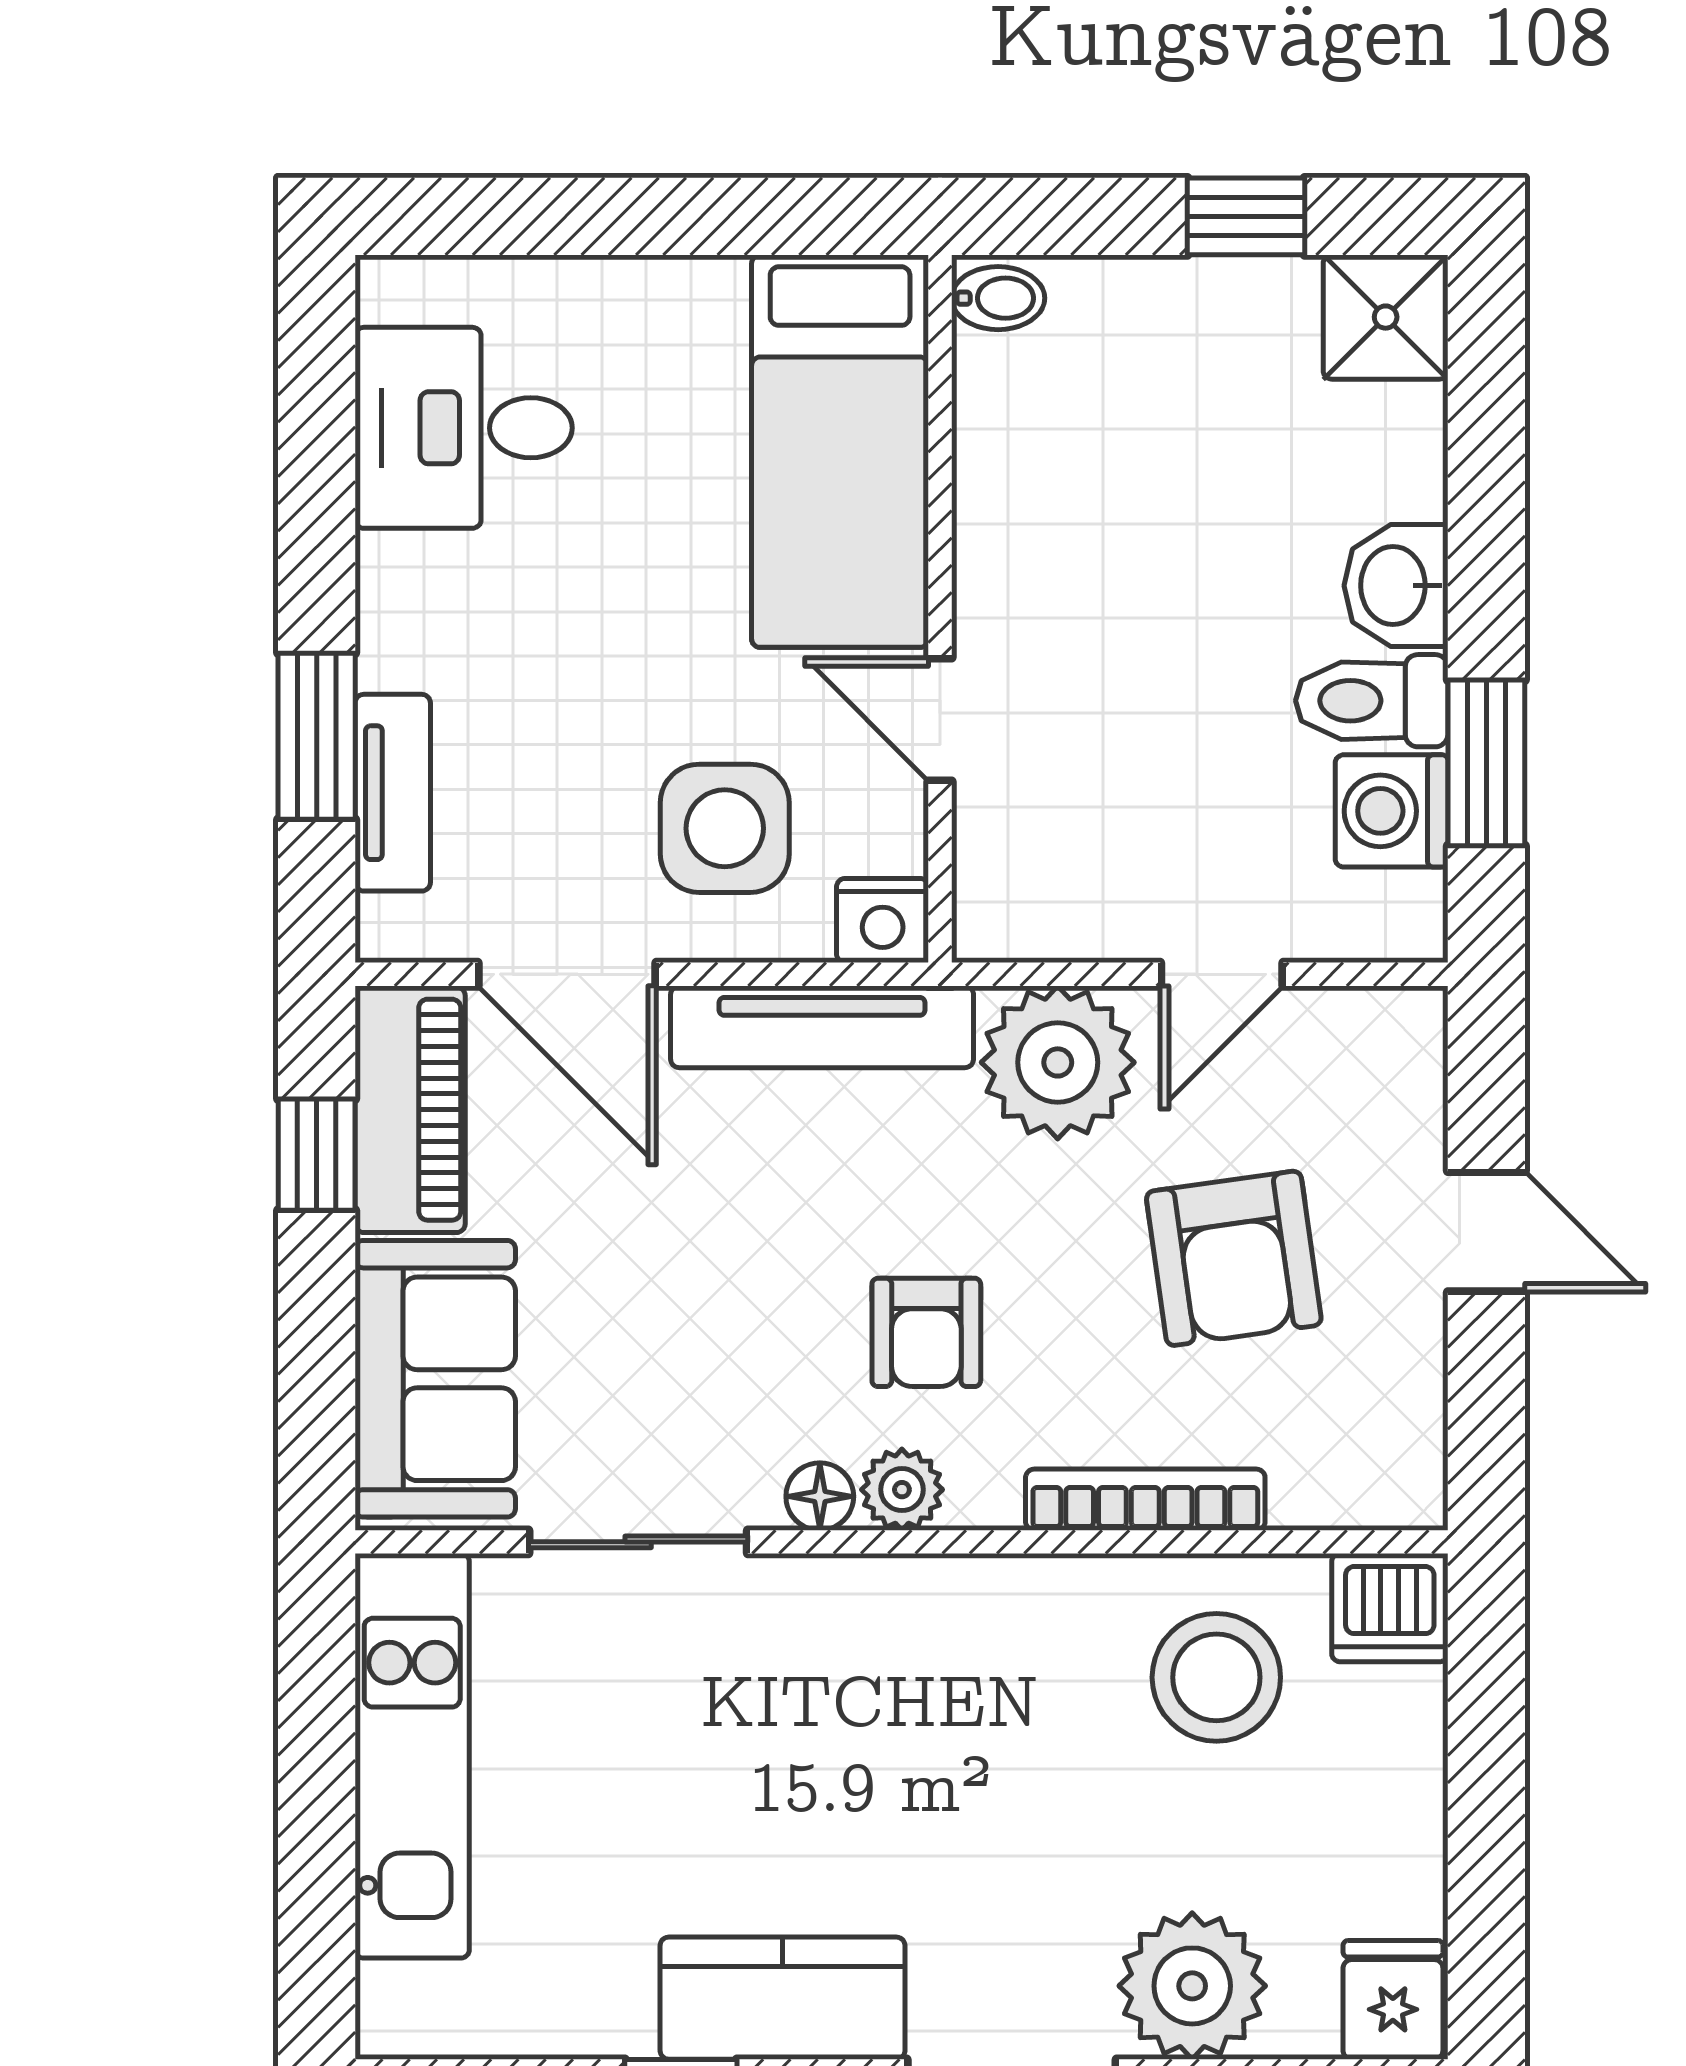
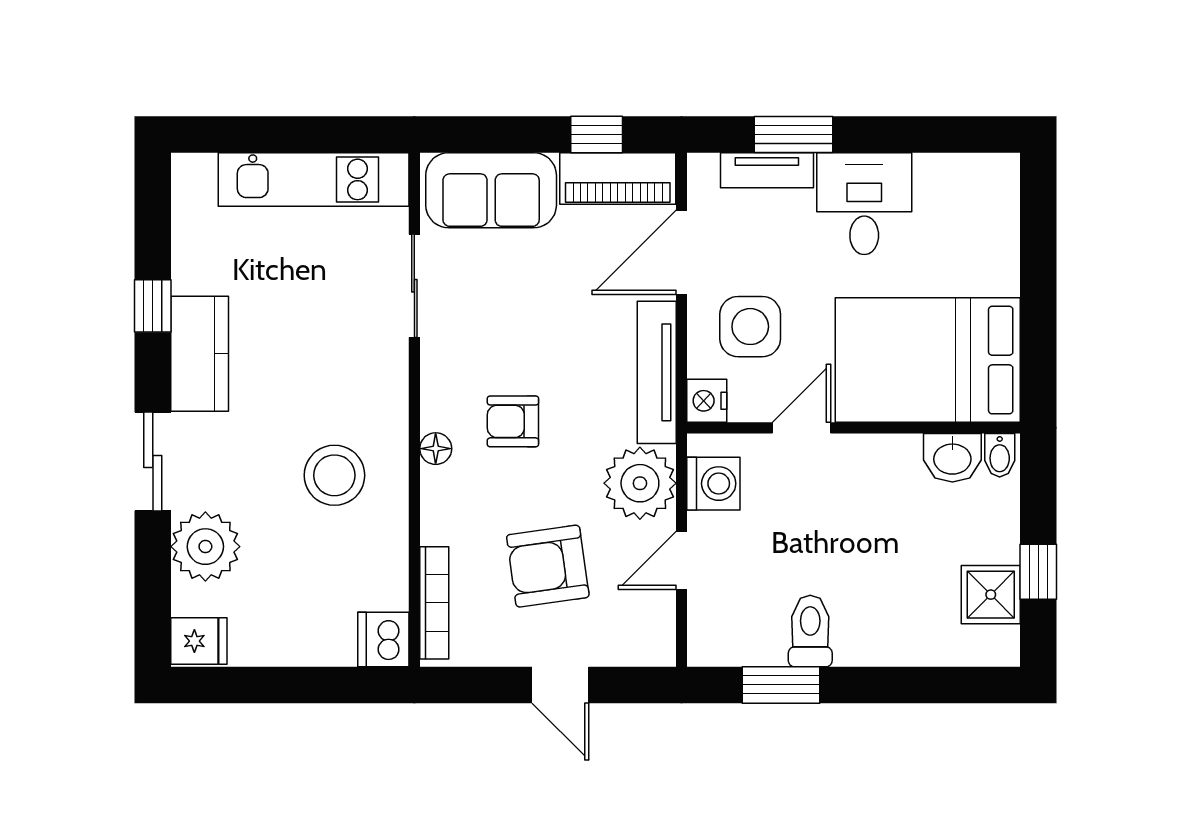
shower: (1386, 317) -> (991, 595), moved
desk: (464, 428) -> (864, 204), moved
bed: (840, 451) -> (928, 360), width x1.50
washbasin: (1396, 586) -> (952, 458), moved, turned 180
washing machine: (1392, 811) -> (713, 484), moved, turned 90
door: (1222, 974) -> (681, 560), hinge flipped
door: (1486, 1232) -> (560, 685), hinge flipped
plant: (902, 1490) -> (439, 410), removed
floor lamp: (820, 1496) -> (436, 449), moved
bookcase: (1145, 1500) -> (434, 603), moved
stool: (1216, 1677) -> (334, 475), moved

